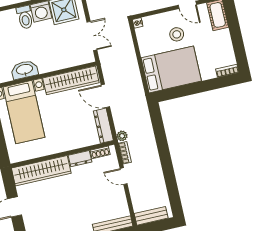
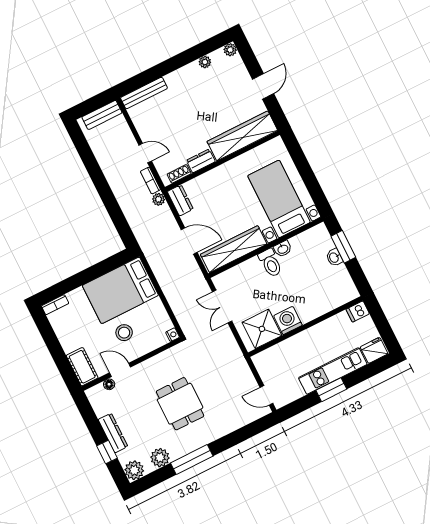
toilet: (25, 17) -> (270, 263), moved, turned 180
washbasin: (25, 70) -> (283, 249), width x0.52, depth x0.69
dresser: (103, 126) -> (180, 200), width x0.70

